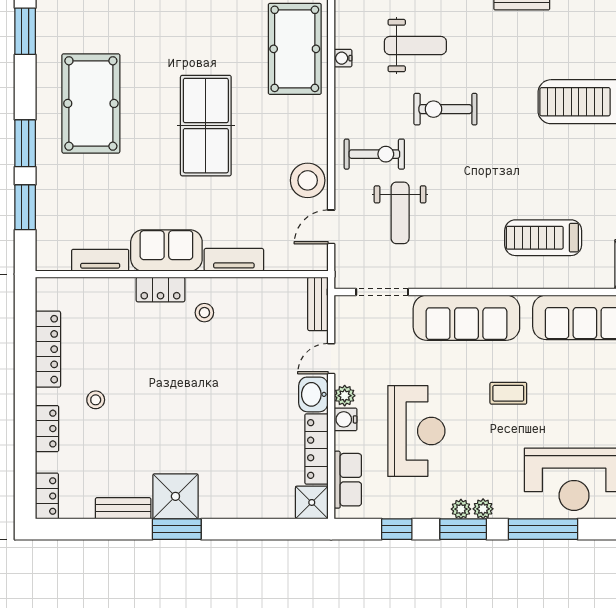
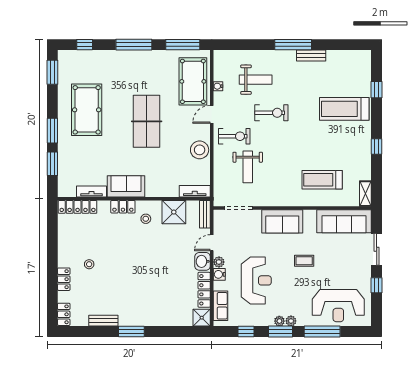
exercise bike: (445, 109) -> (271, 113), turned 180
door: (331, 227) -> (212, 114), moved
tv unit: (234, 260) -> (195, 191), moved
sofa: (466, 318) -> (282, 221), width x0.73
locker: (48, 349) -> (78, 207), moved, turned 90
shower: (175, 496) -> (174, 212), moved

